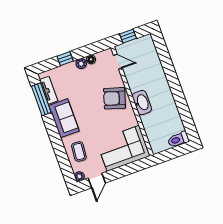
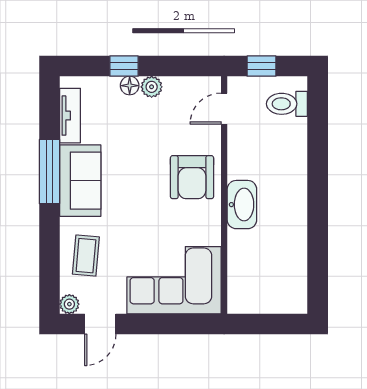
floor lamp: (91, 59) -> (130, 86), moved
door: (118, 62) -> (224, 109), swing flipped
armchair: (115, 98) -> (192, 177), turned -107
window: (41, 99) -> (49, 172), moved
toilet: (178, 139) -> (287, 104), moved

